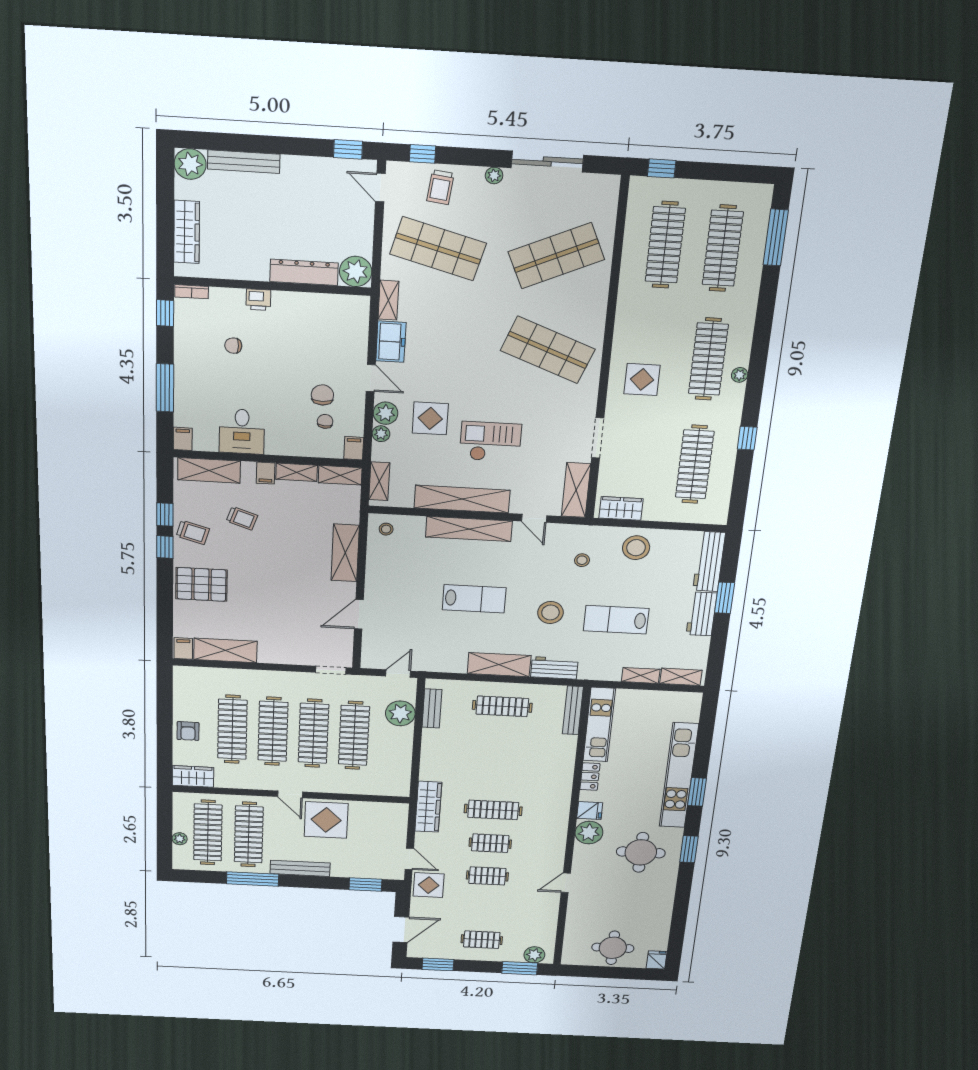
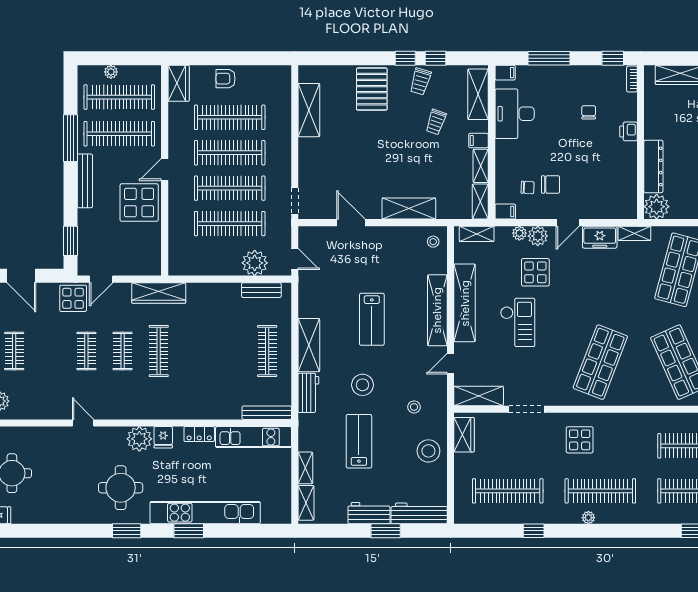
desk: (242, 431) -> (515, 114), width x1.37
filing cabinet: (183, 648) -> (309, 74), removed

